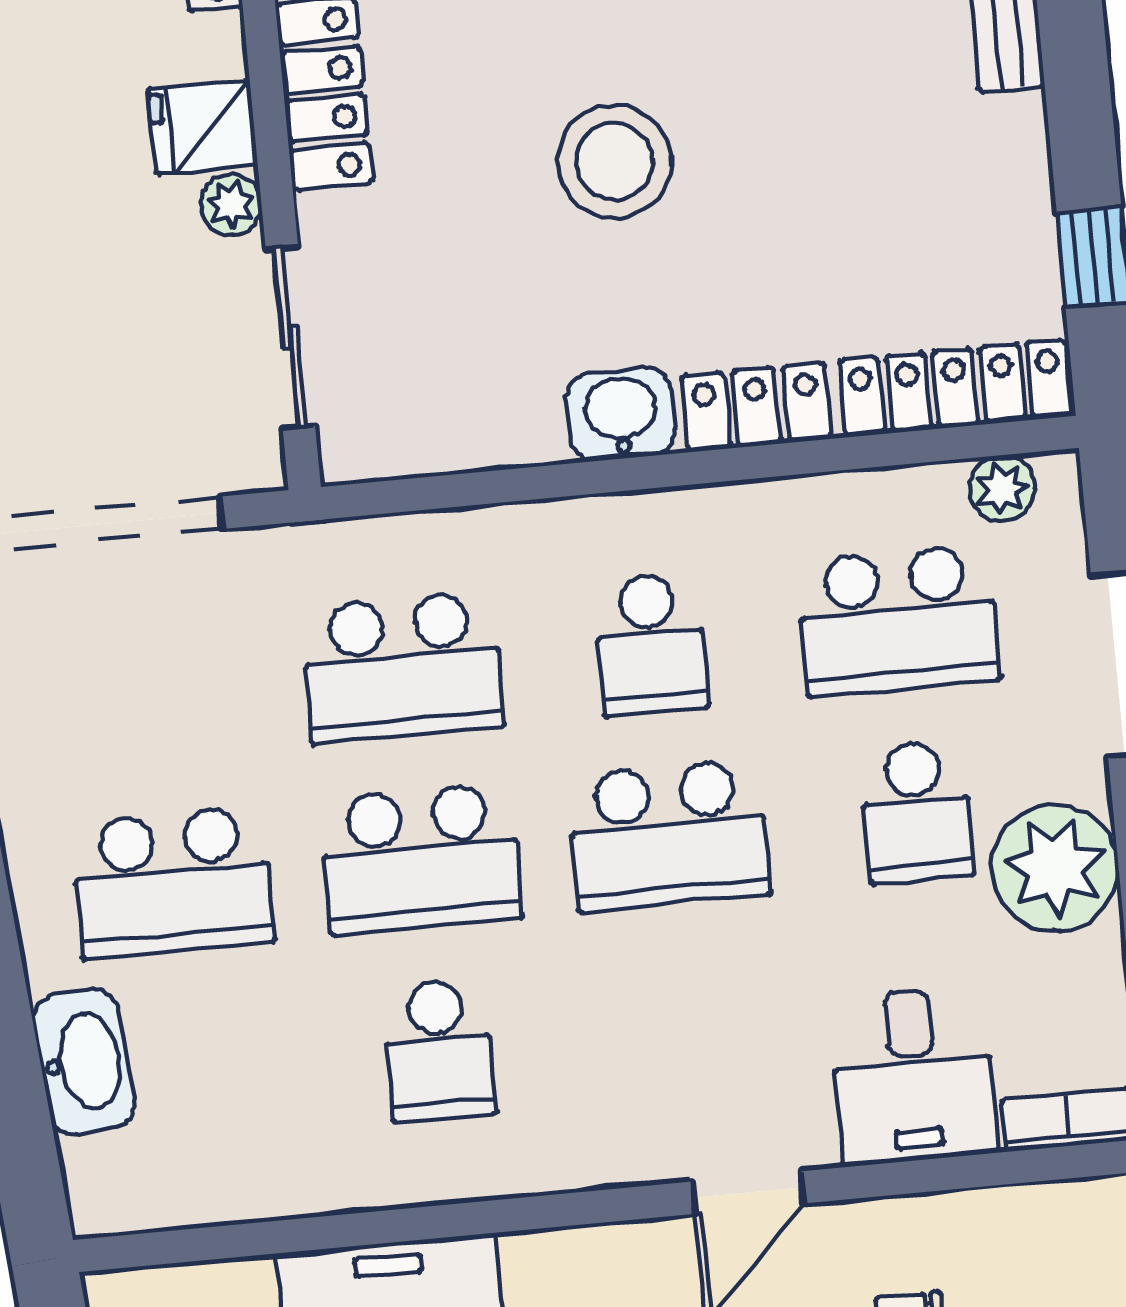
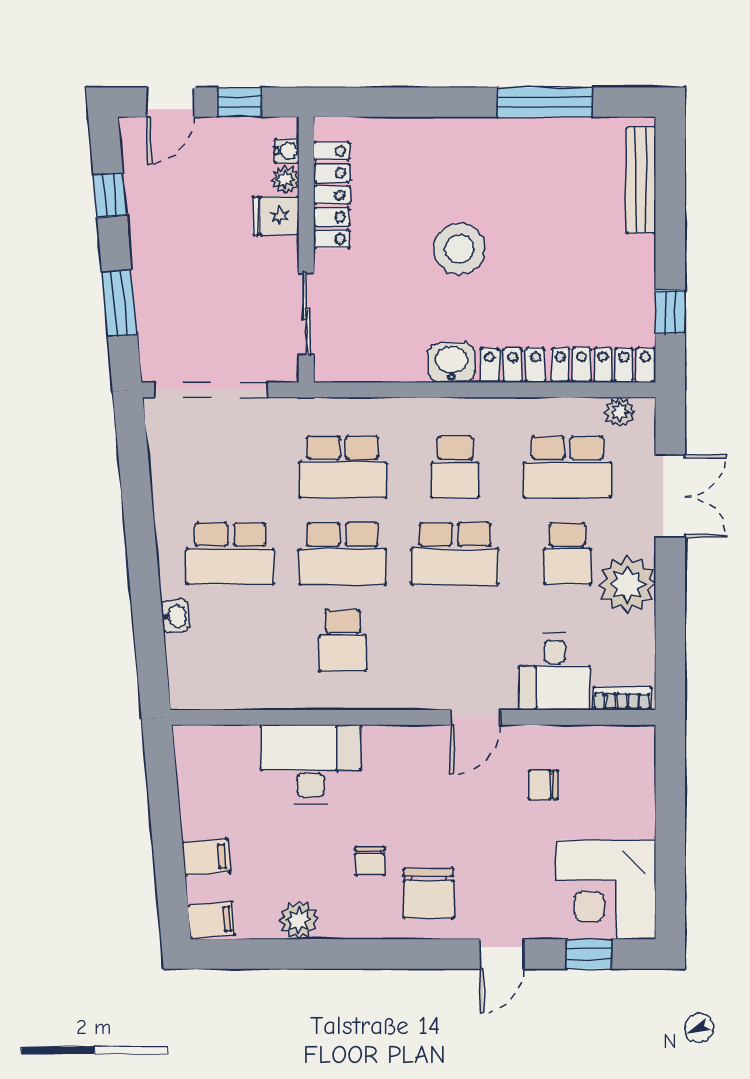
plant: (231, 205) -> (285, 180), moved
washbasin: (84, 1062) -> (175, 616), width x0.52, depth x0.69

